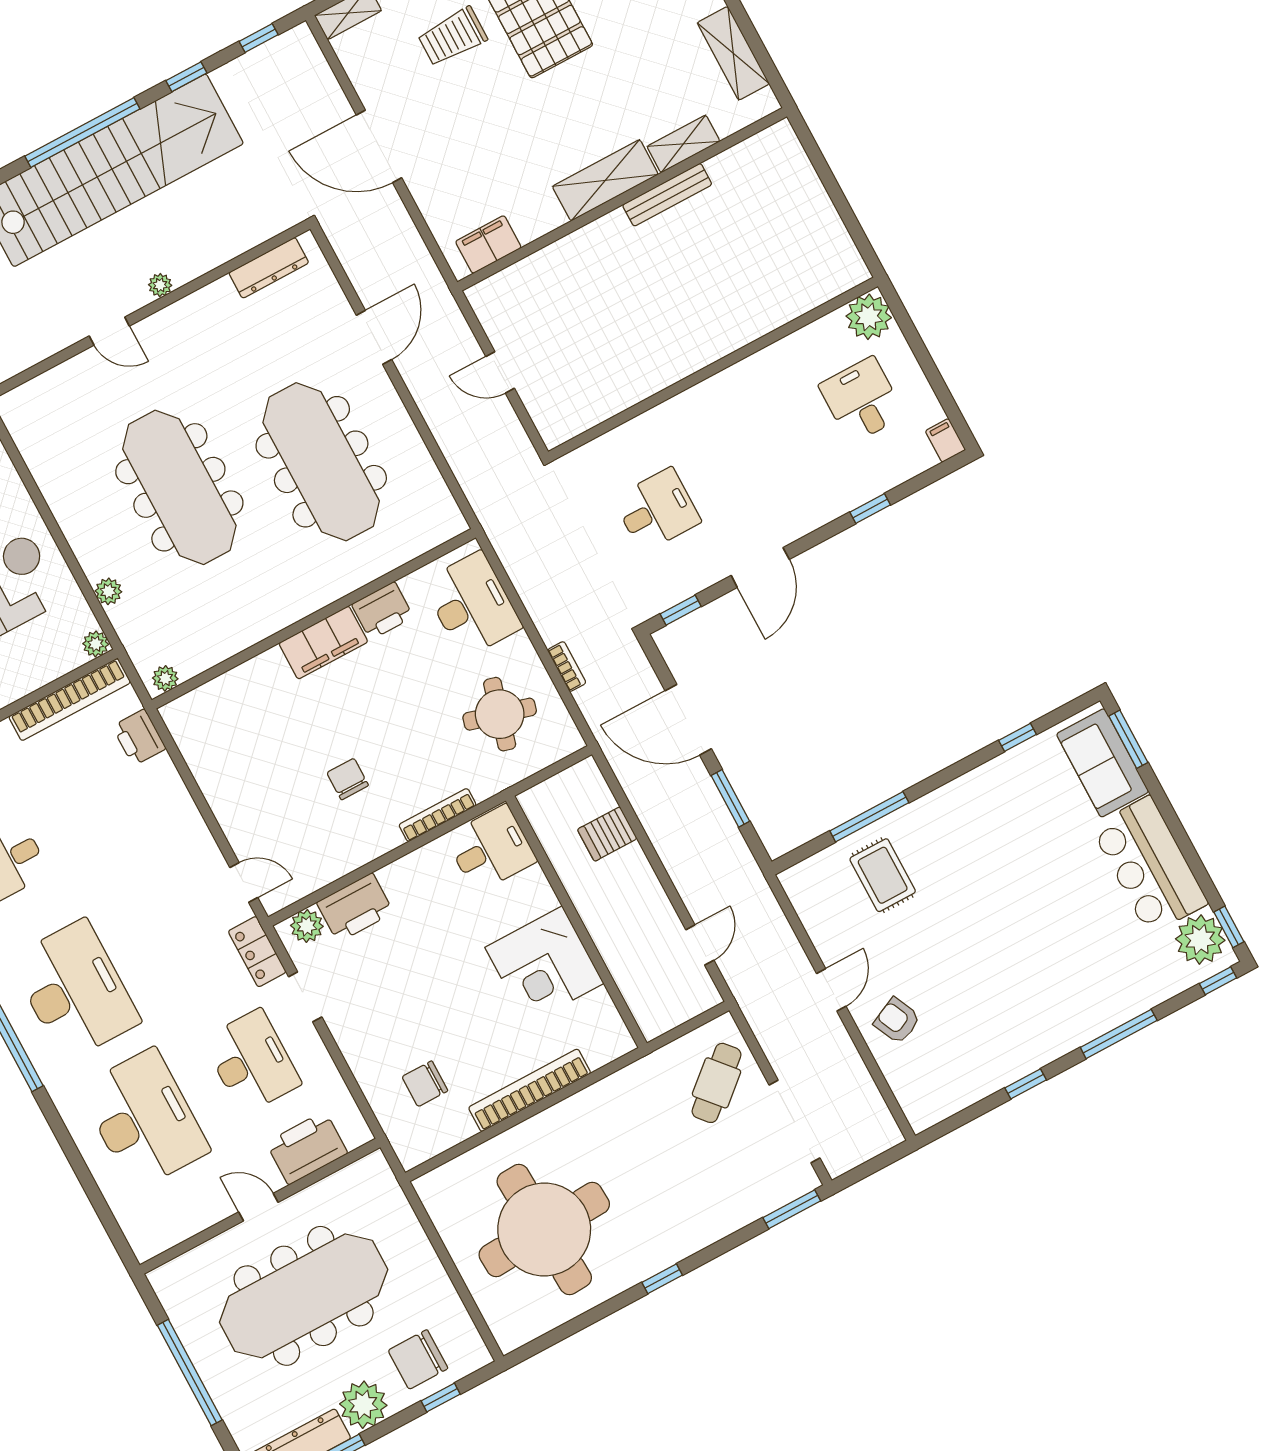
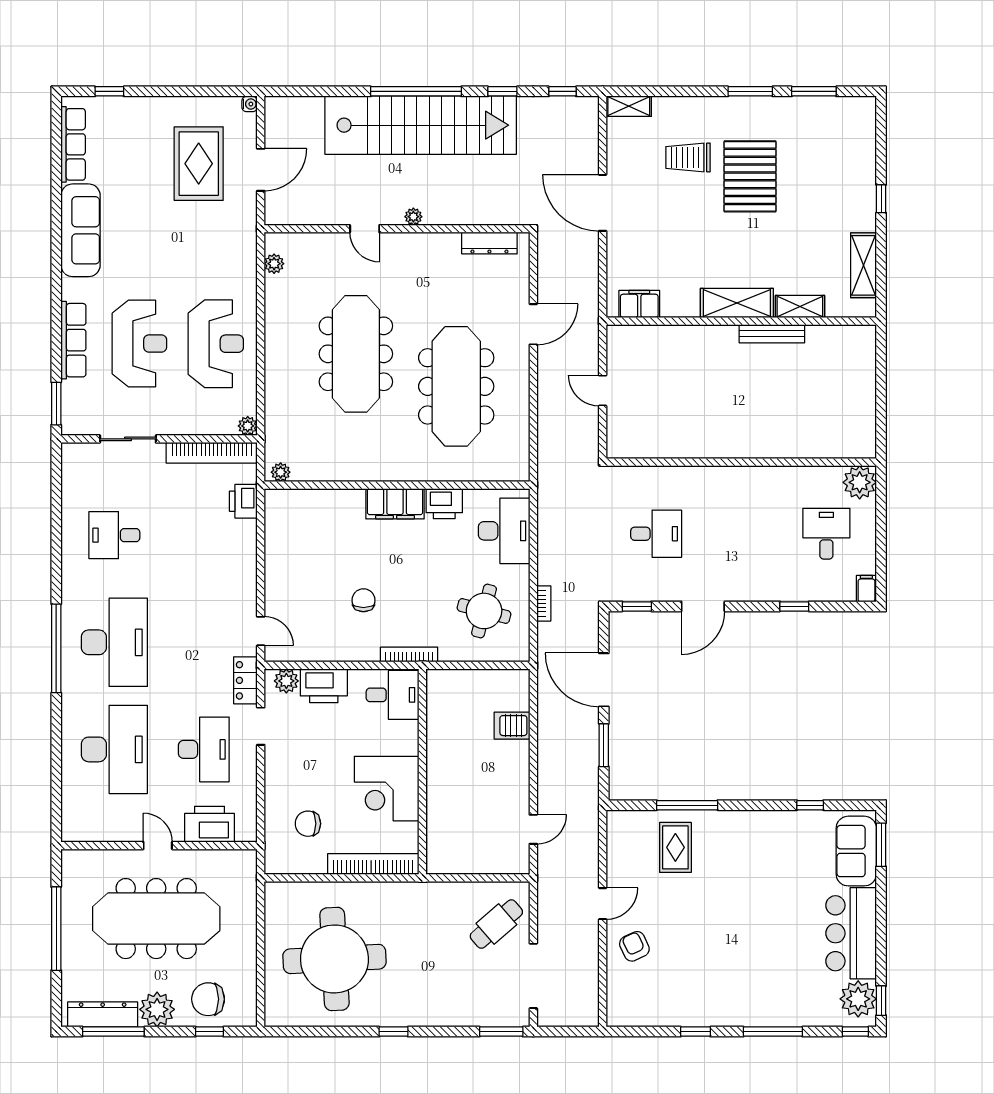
plant: (108, 591) -> (274, 264), moved
desk: (491, 849) -> (393, 695), moved
wall: (576, 922) -> (422, 772), moved
corner desk: (544, 965) -> (387, 789), moved

